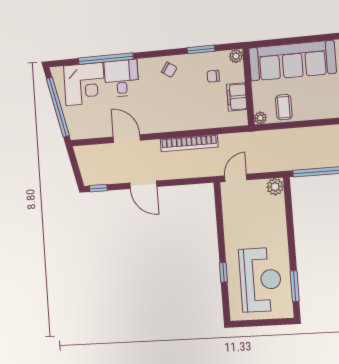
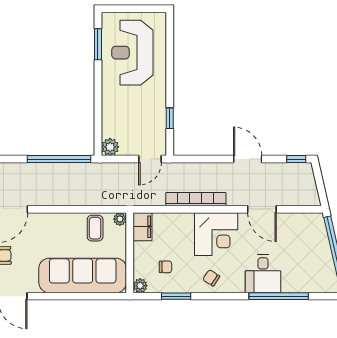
corner desk: (84, 84) -> (216, 234), moved, turned 180
filing cabinet: (237, 97) -> (143, 227), moved
window: (223, 272) -> (170, 118), moved

